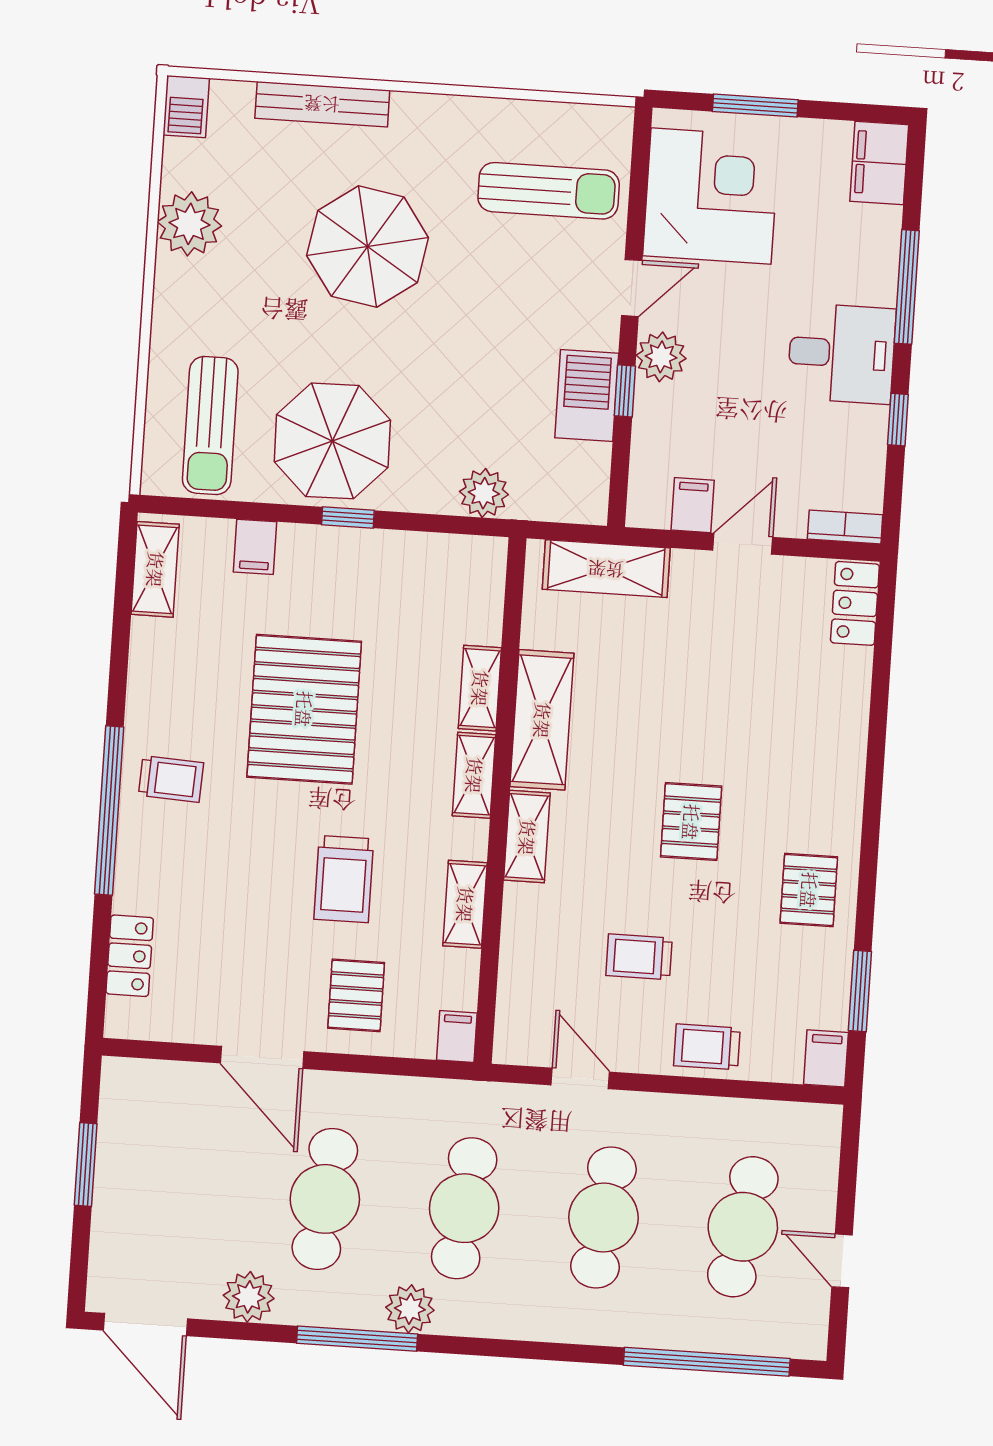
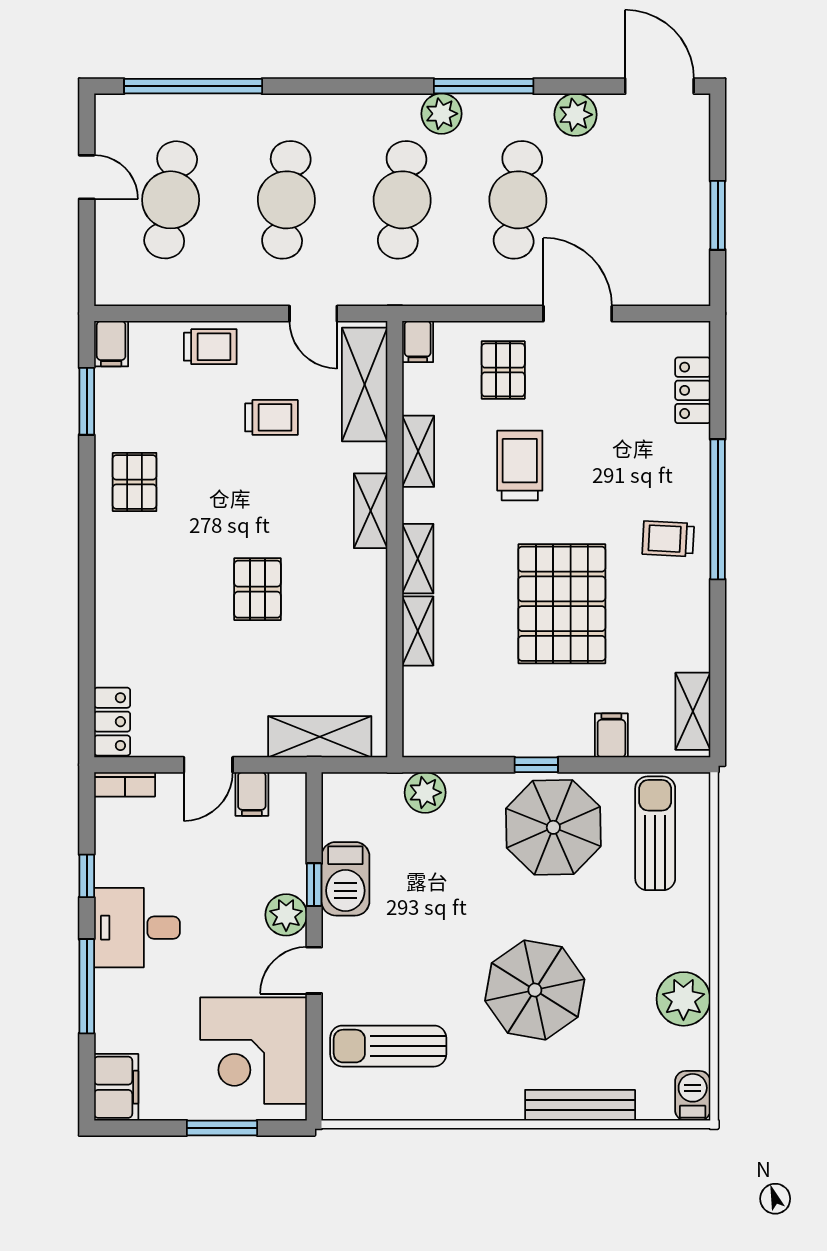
shelving: (542, 720) -> (365, 385), moved
pallet: (691, 822) -> (257, 589), moved

